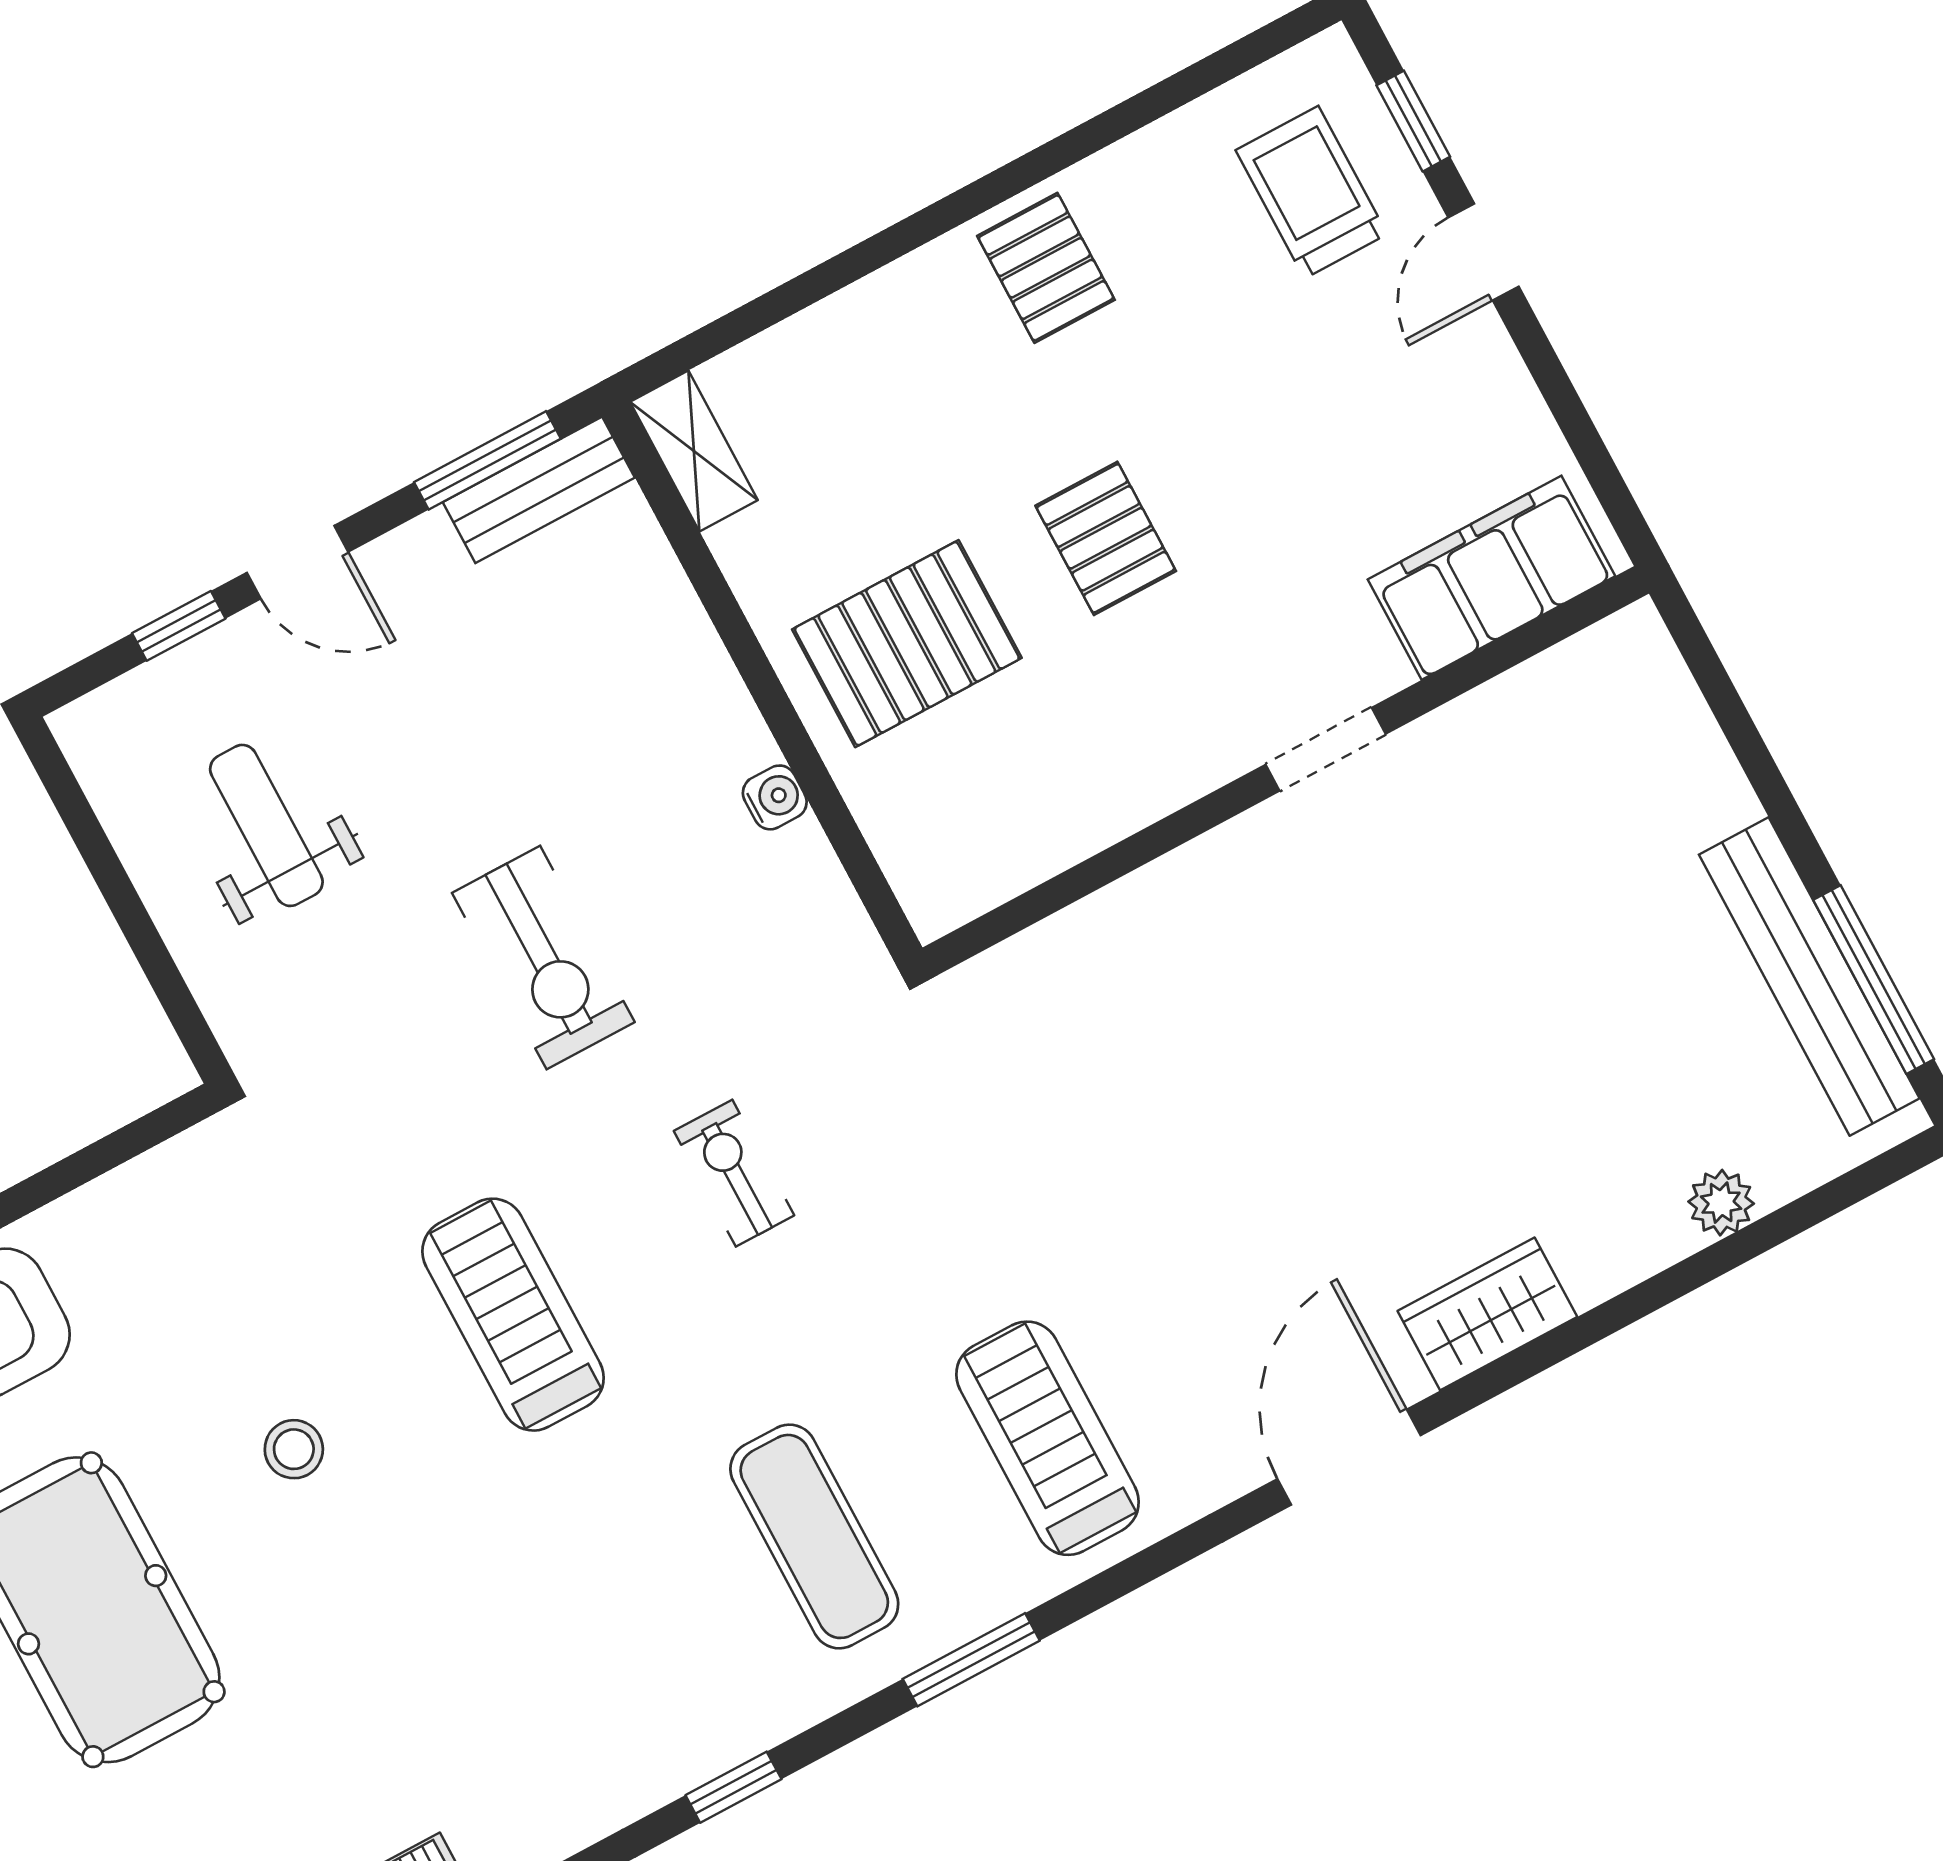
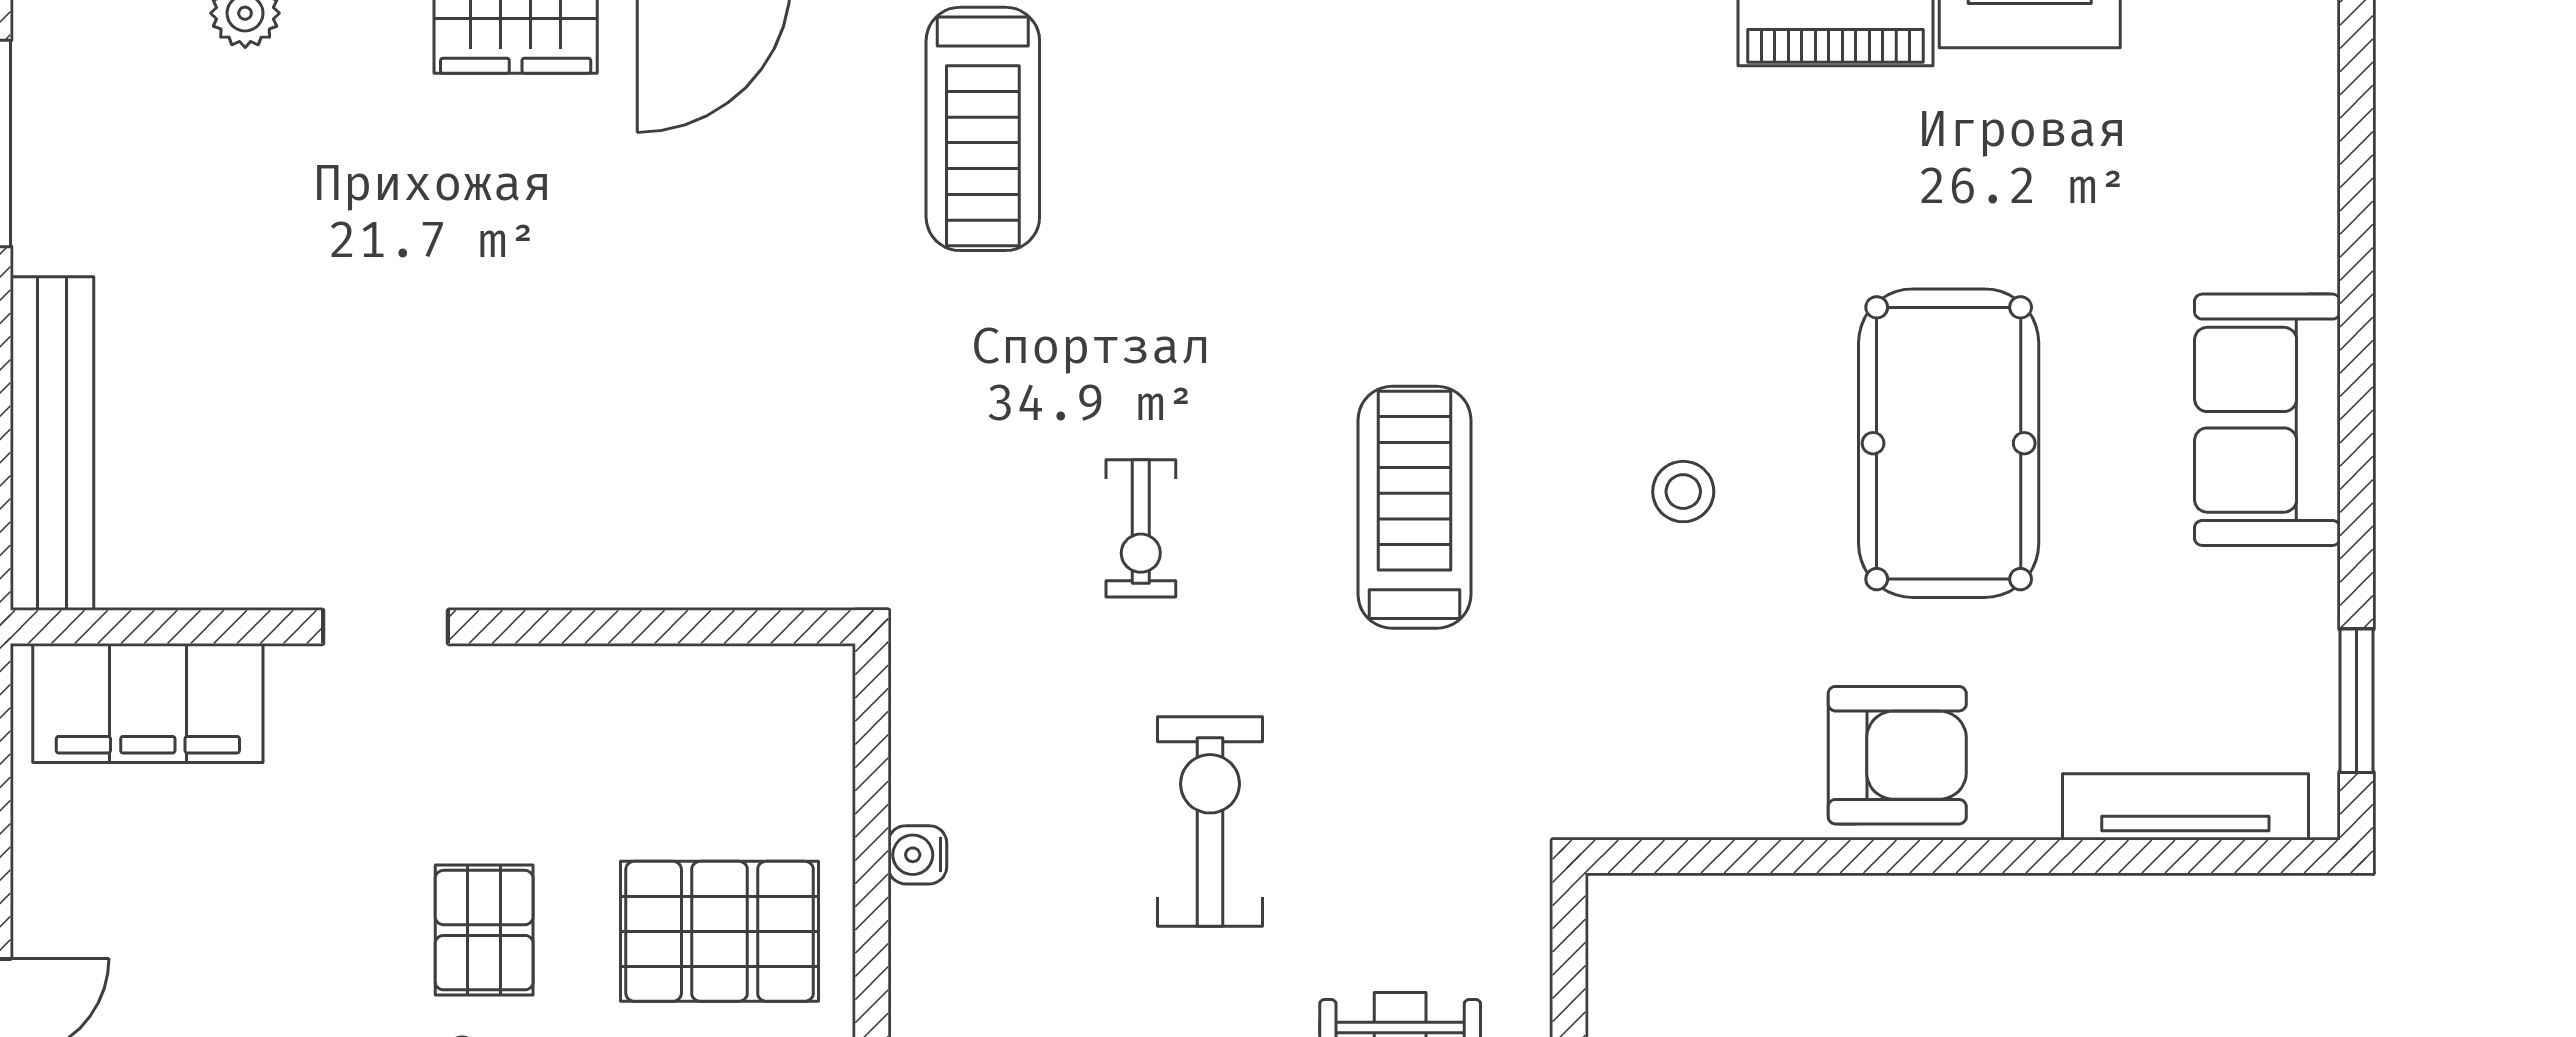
bench: (1809, 976) -> (52, 444), moved
treadmill: (513, 1315) -> (1415, 507), turned 180
exercise mat: (814, 1536) -> (1246, 154), removed

